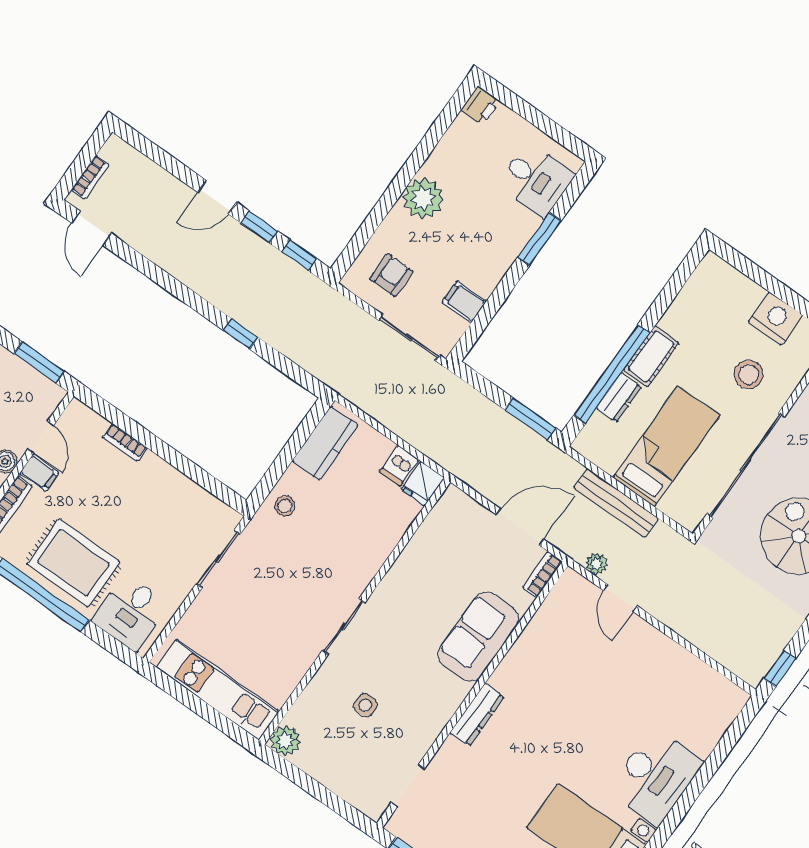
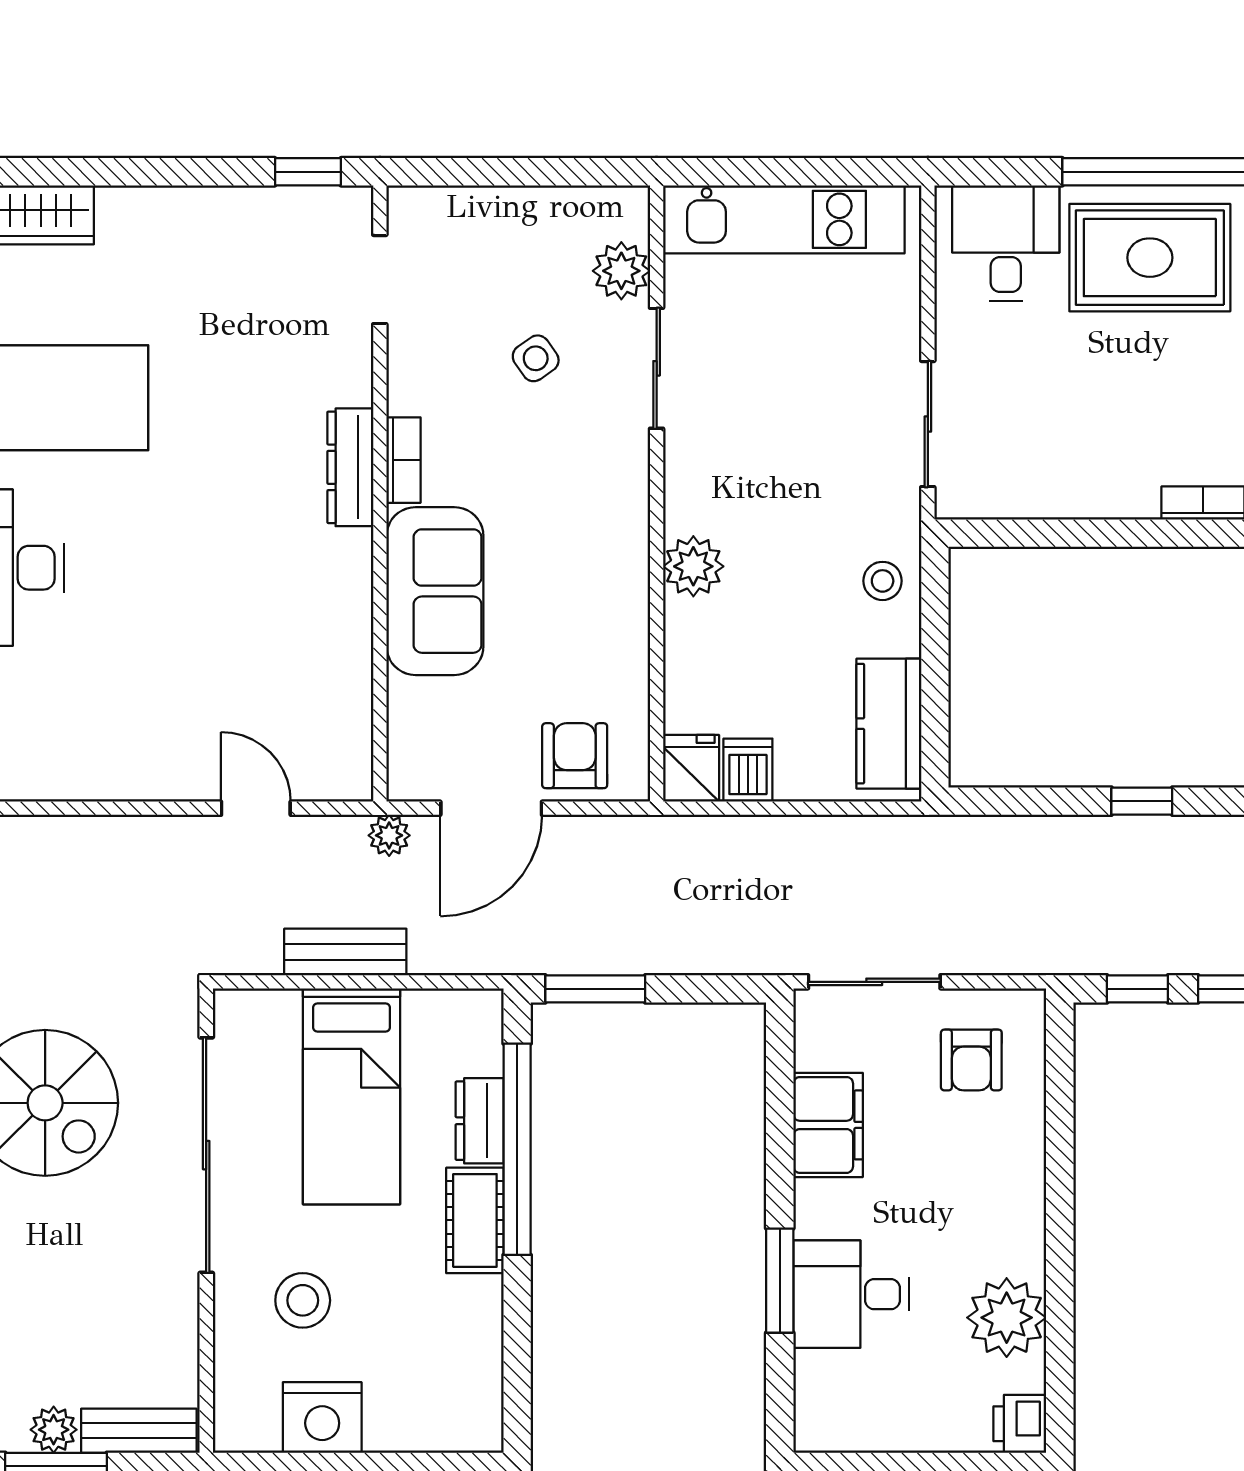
desk: (536, 180) -> (851, 1294), moved
plant: (423, 198) -> (1007, 1318), moved
filing cabinet: (464, 302) -> (828, 1125), width x2.00
bench: (616, 503) -> (345, 952), width x0.73
armchair: (469, 524) -> (575, 756), added
plant: (597, 564) -> (389, 835), moved
plant: (361, 569) -> (693, 566), added
bookcase: (542, 574) -> (403, 460), moved
sliding door: (344, 627) -> (657, 368), moved
side table: (365, 705) -> (536, 358), turned -35
plant: (285, 741) -> (621, 271), moved

